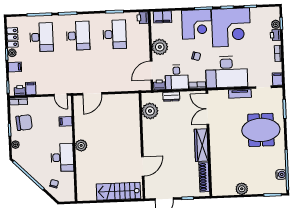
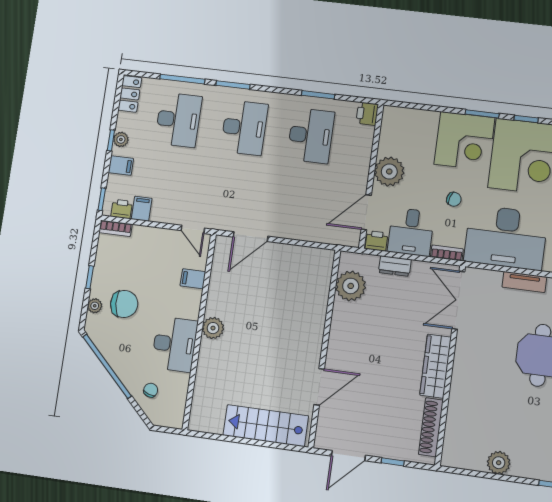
filing cabinet: (163, 17) -> (404, 118), removed
locker: (13, 37) -> (130, 94), moved
chair: (24, 123) -> (124, 304), moved

